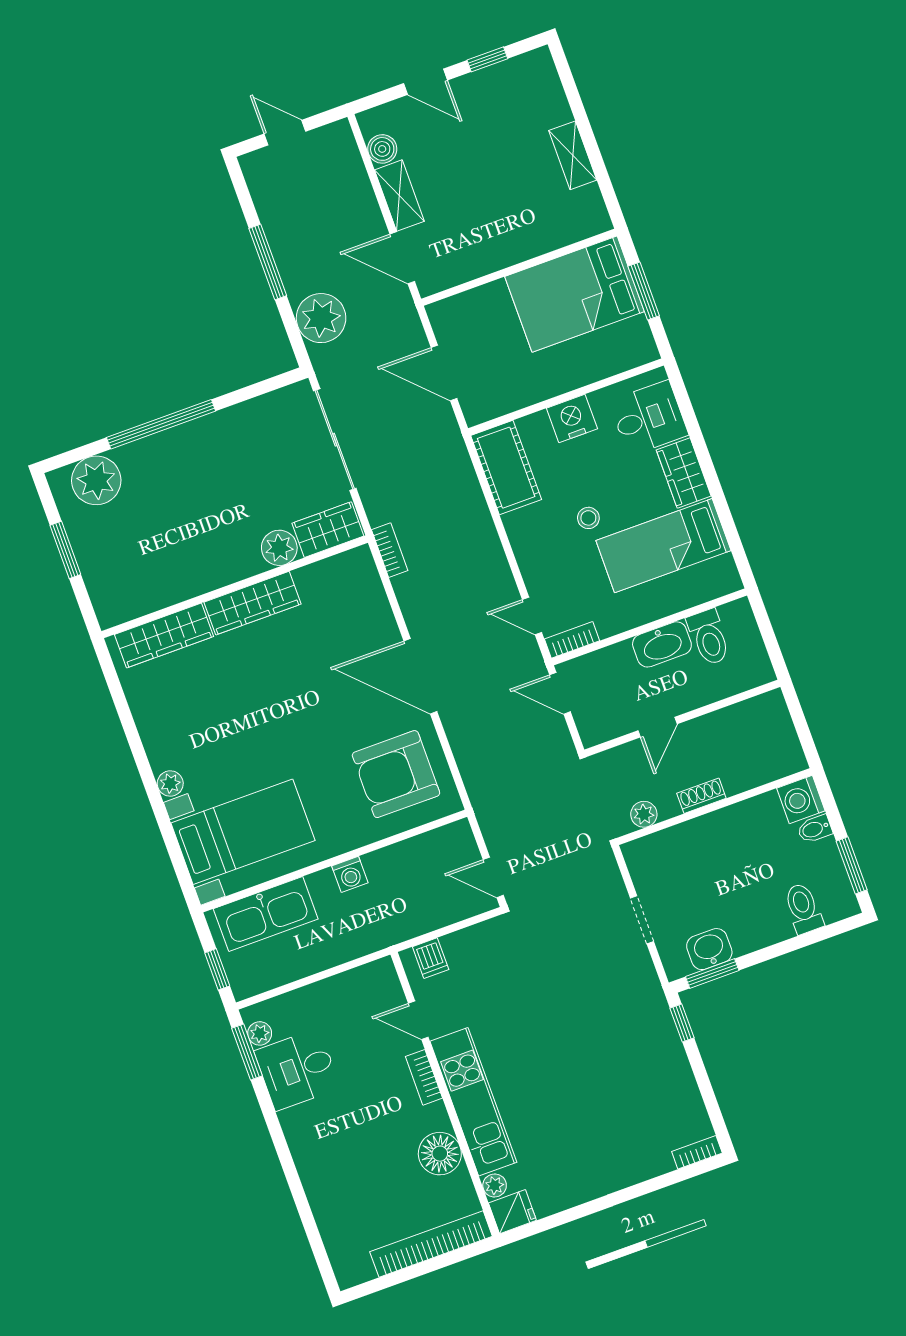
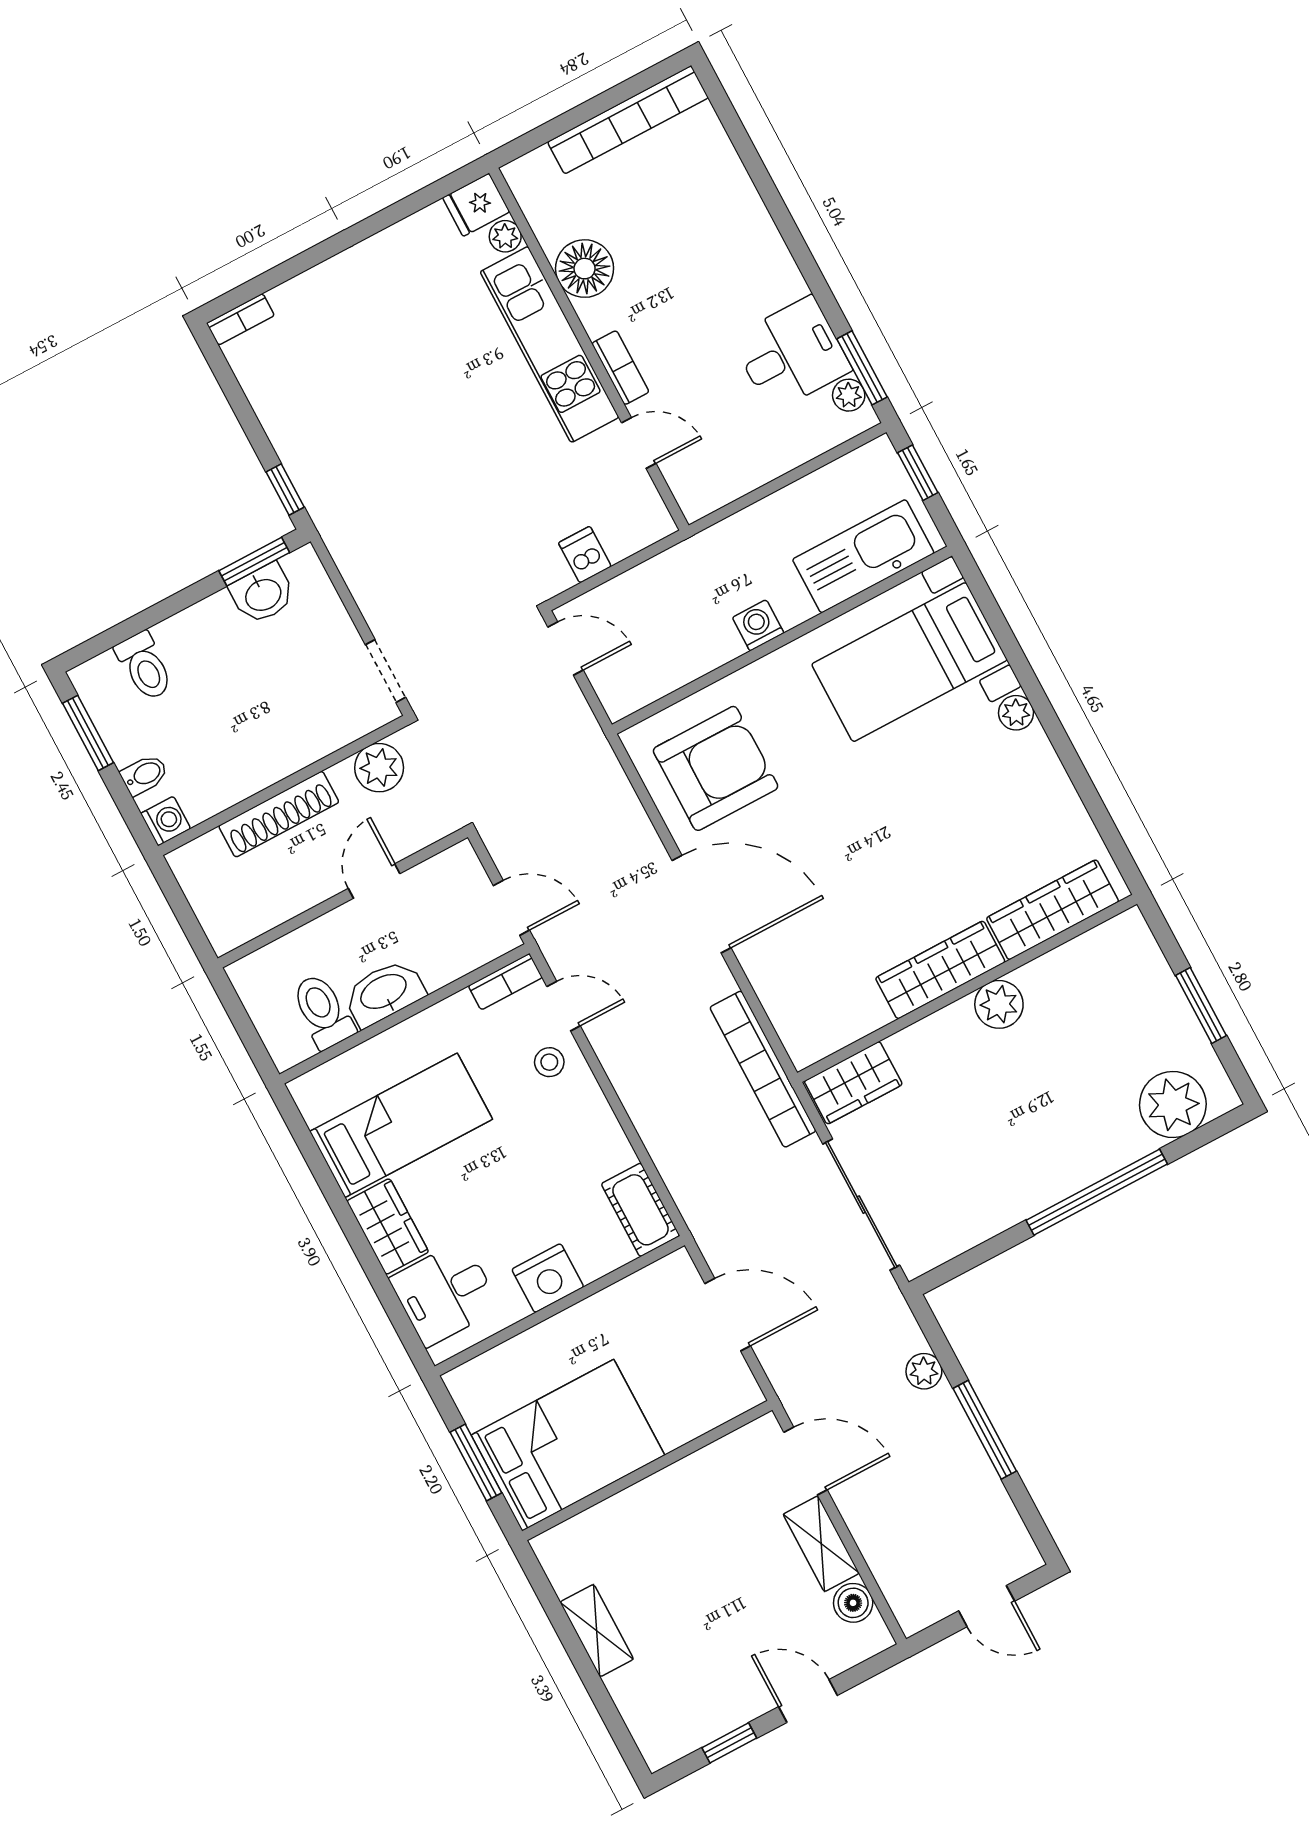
plant: (321, 318) -> (924, 1371), width x0.53, depth x0.53
cot: (506, 468) -> (640, 1210), width x0.73, depth x0.75
stool: (588, 518) -> (549, 1062), moved
plant: (279, 548) -> (999, 1004), moved
bookcase: (390, 550) -> (763, 1069), width x2.31, depth x1.31
shoe rack: (701, 796) -> (279, 814), width x1.94, depth x1.24
washing machine: (801, 800) -> (166, 821), width x0.73, depth x0.73
plant: (644, 814) -> (379, 768), width x1.38, depth x1.38
doorway: (642, 920) -> (385, 671), moved
dishwasher: (431, 958) -> (585, 555), moved
bookcase: (431, 1244) -> (628, 120), moved

